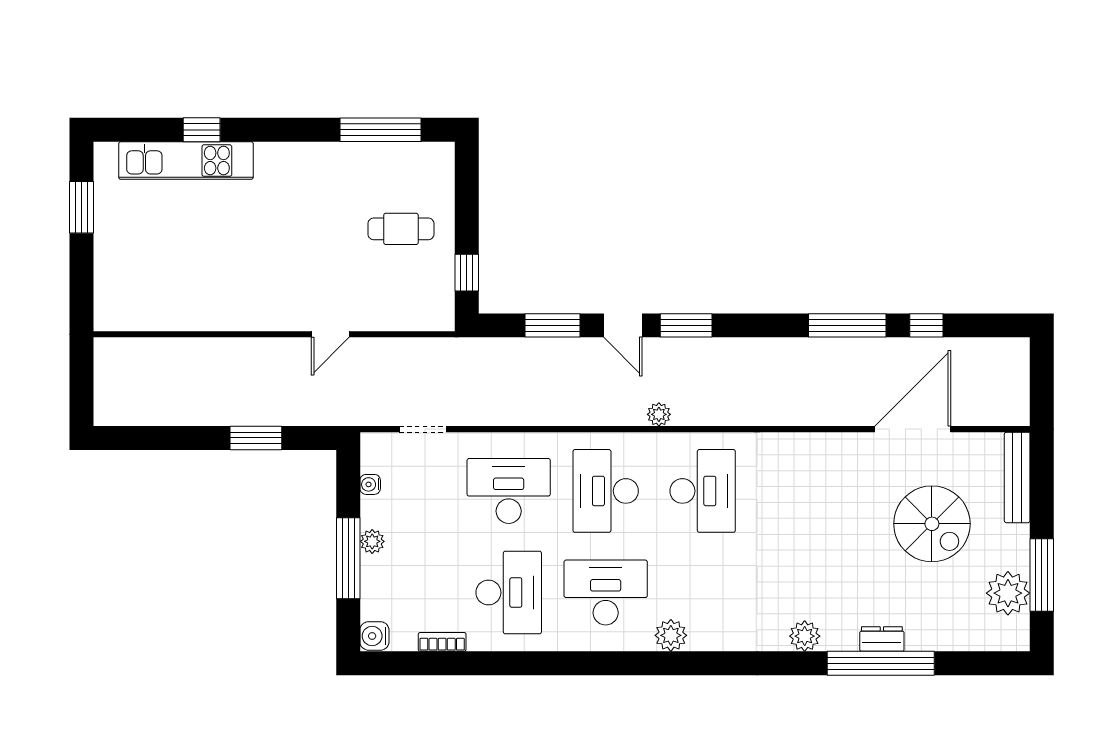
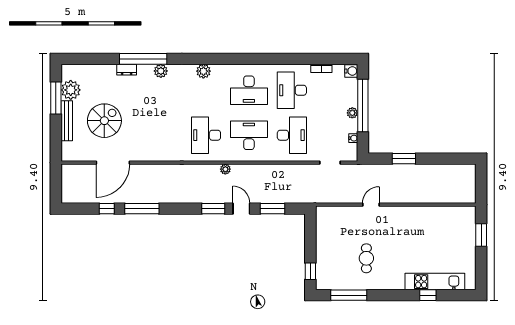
window: (81, 207) -> (481, 235), moved
cafe table: (401, 229) -> (366, 258), moved, turned 90
window: (467, 273) -> (310, 271), moved
bench: (1017, 477) -> (67, 121), moved
desk: (509, 491) -> (292, 135), turned -90
desk: (606, 491) -> (249, 135), turned -90
spiral stairs: (932, 524) -> (104, 121), turned 90
window: (348, 558) -> (363, 105), width x1.46
plant: (671, 635) -> (203, 71), moved
window: (881, 663) -> (143, 59), moved

